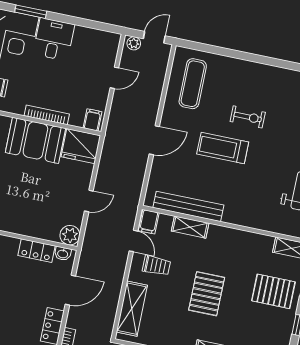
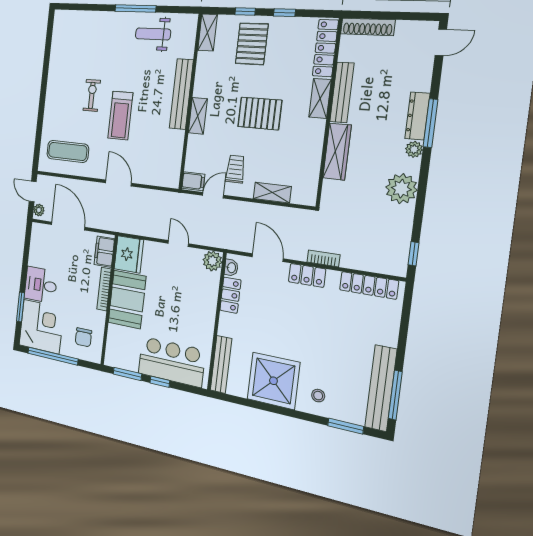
door: (114, 78) -> (68, 226), width x1.87
filing cabinet: (93, 120) -> (104, 252), width x2.00
bench: (188, 206) -> (181, 94), moved
shelving: (190, 227) -> (198, 116), moved
shelving: (132, 309) -> (272, 193), width x0.67, depth x0.75

